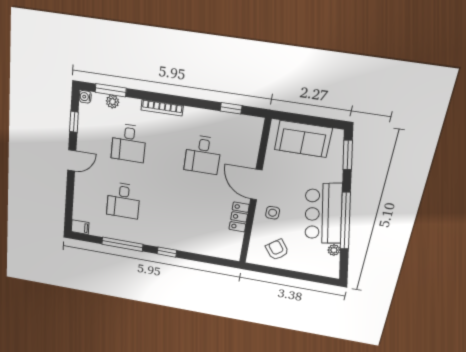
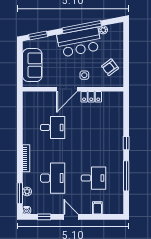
window: (231, 108) -> (20, 114), removed
desk: (129, 143) -> (53, 178), width x1.37
filing cabinet: (80, 227) -> (97, 208), moved

